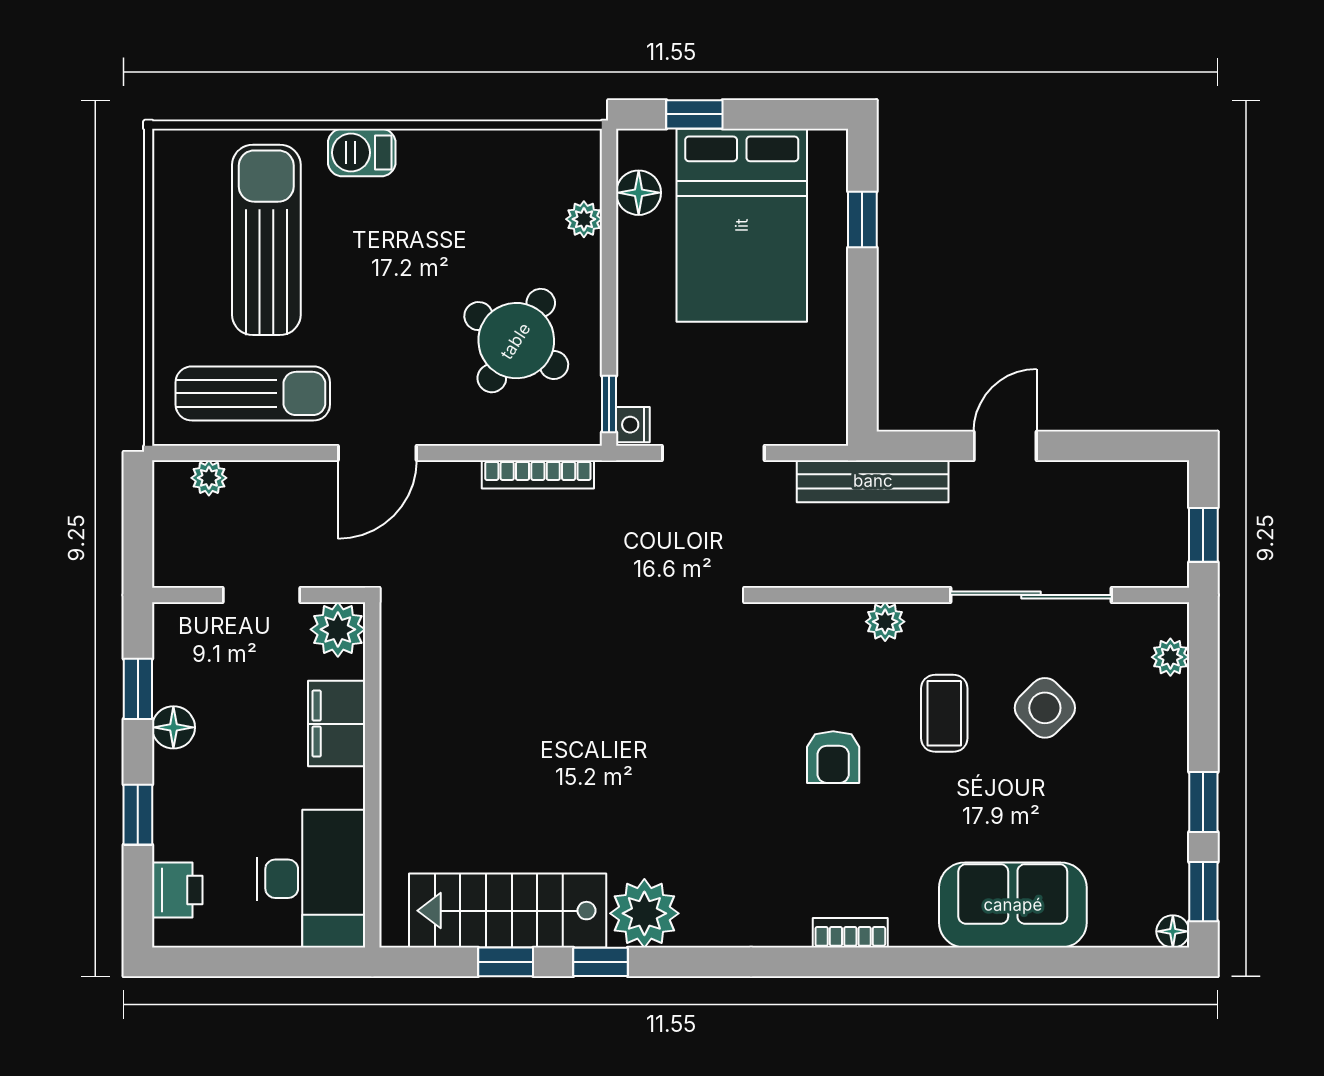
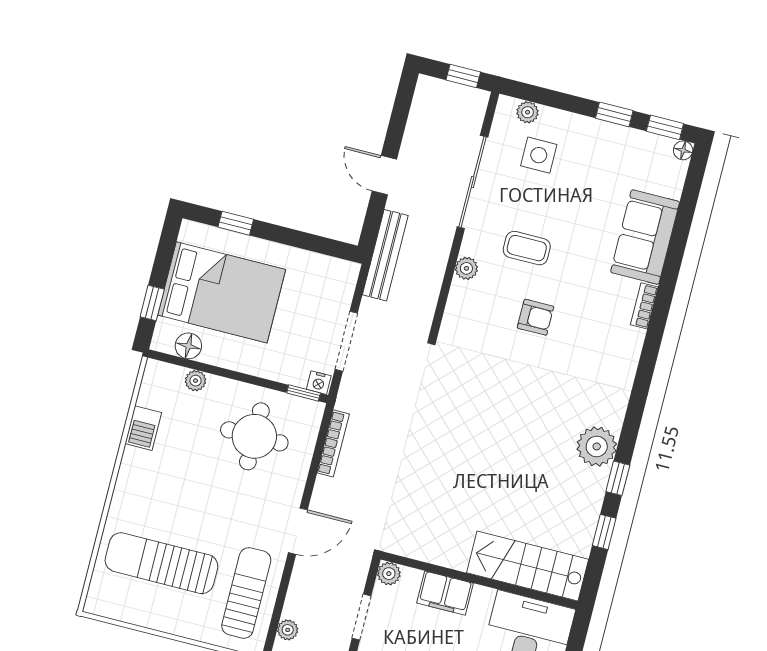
barbecue: (362, 153) -> (143, 428), moved
round table: (516, 341) -> (254, 436), turned -33
door: (377, 453) -> (298, 531), hinge flipped
plant: (338, 629) -> (389, 574), width x0.73, depth x0.73
side table: (1045, 708) -> (539, 155), moved, turned 45
stairs: (508, 911) -> (528, 566), moved, turned 90
bookcase: (850, 933) -> (644, 306), moved

